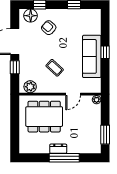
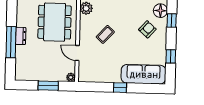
sofa: (92, 56) -> (144, 74), moved
window: (105, 135) -> (48, 86), moved

